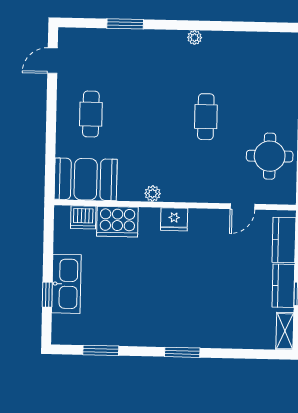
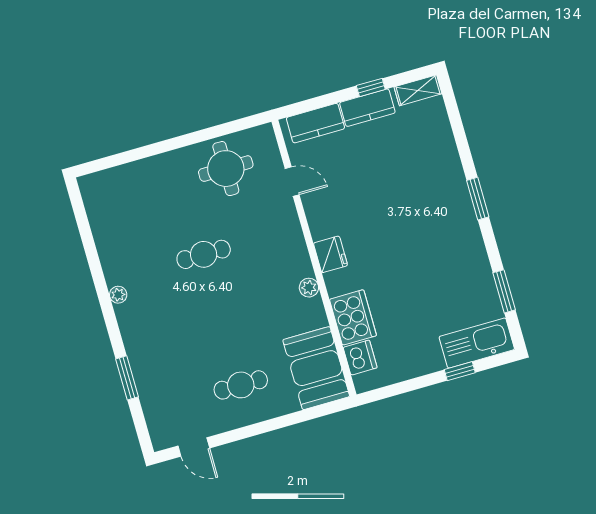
kitchen sink: (66, 284) -> (477, 343), moved

